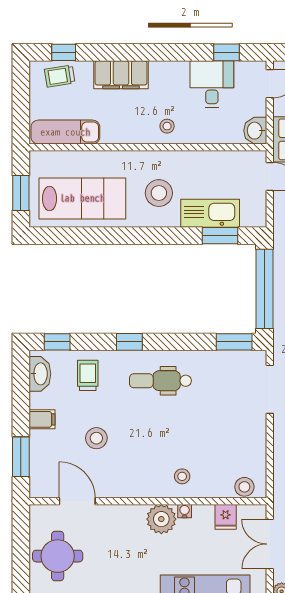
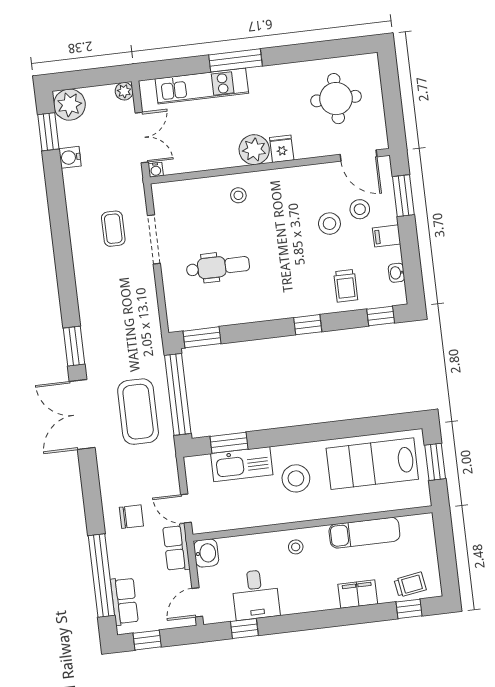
filing cabinet: (121, 75) -> (358, 594), width x0.67, depth x0.86
exam couch: (65, 132) -> (364, 533), moved
washbasin: (40, 374) -> (397, 273), width x0.52, depth x0.69
dental chair: (160, 381) -> (218, 267), moved
doorway: (270, 389) -> (154, 239), moved
stool: (244, 487) -> (360, 209), moved
door: (77, 501) -> (359, 156), moved
water cooler: (185, 511) -> (156, 170), moved
fridge: (226, 517) -> (282, 149), moved
round table: (58, 556) -> (336, 99), moved

